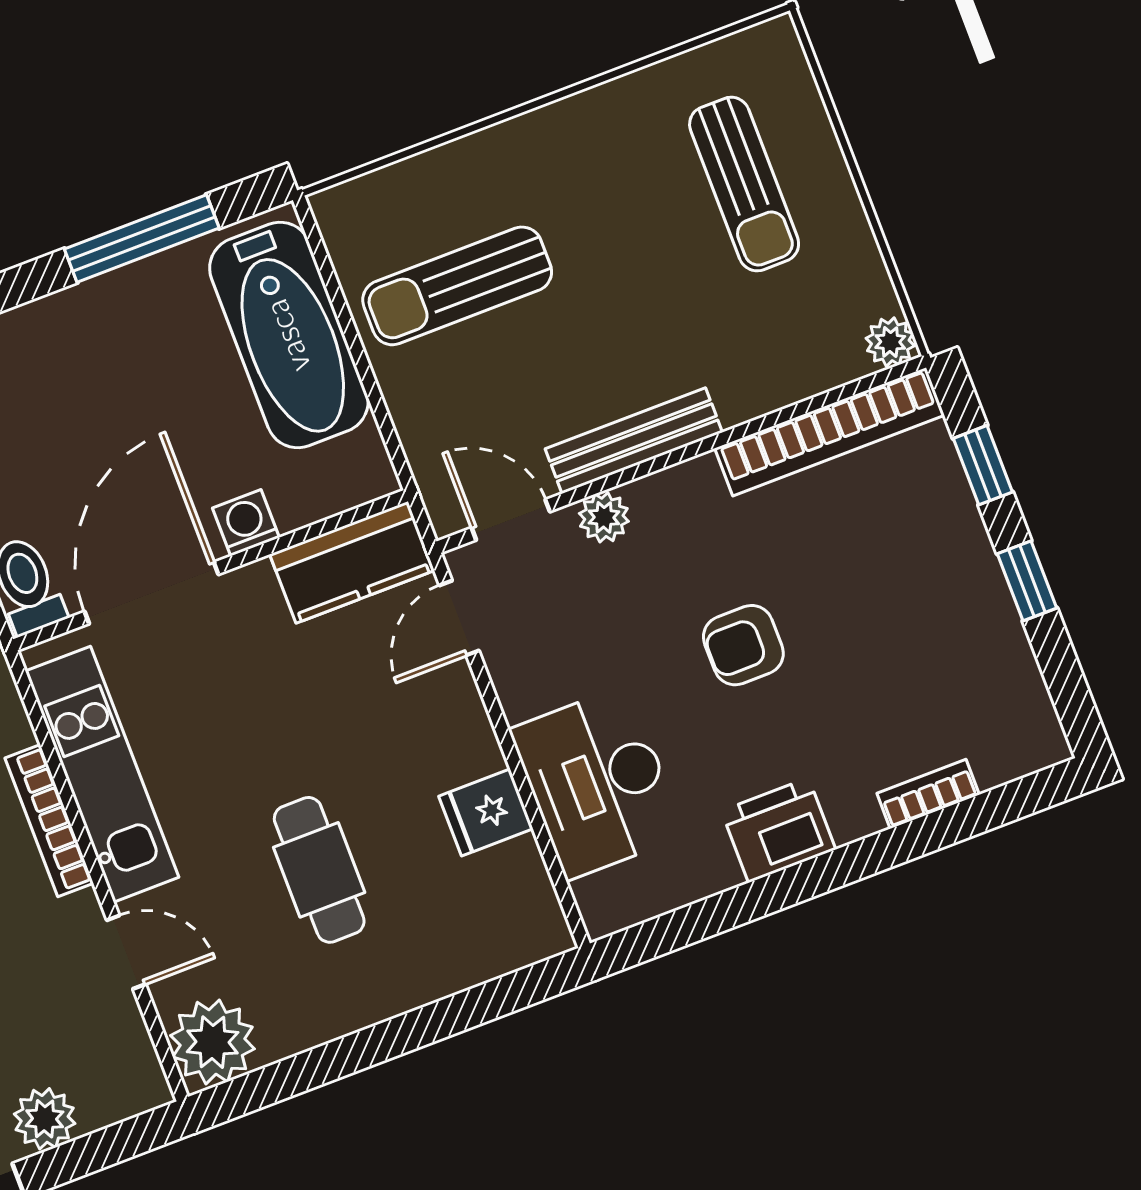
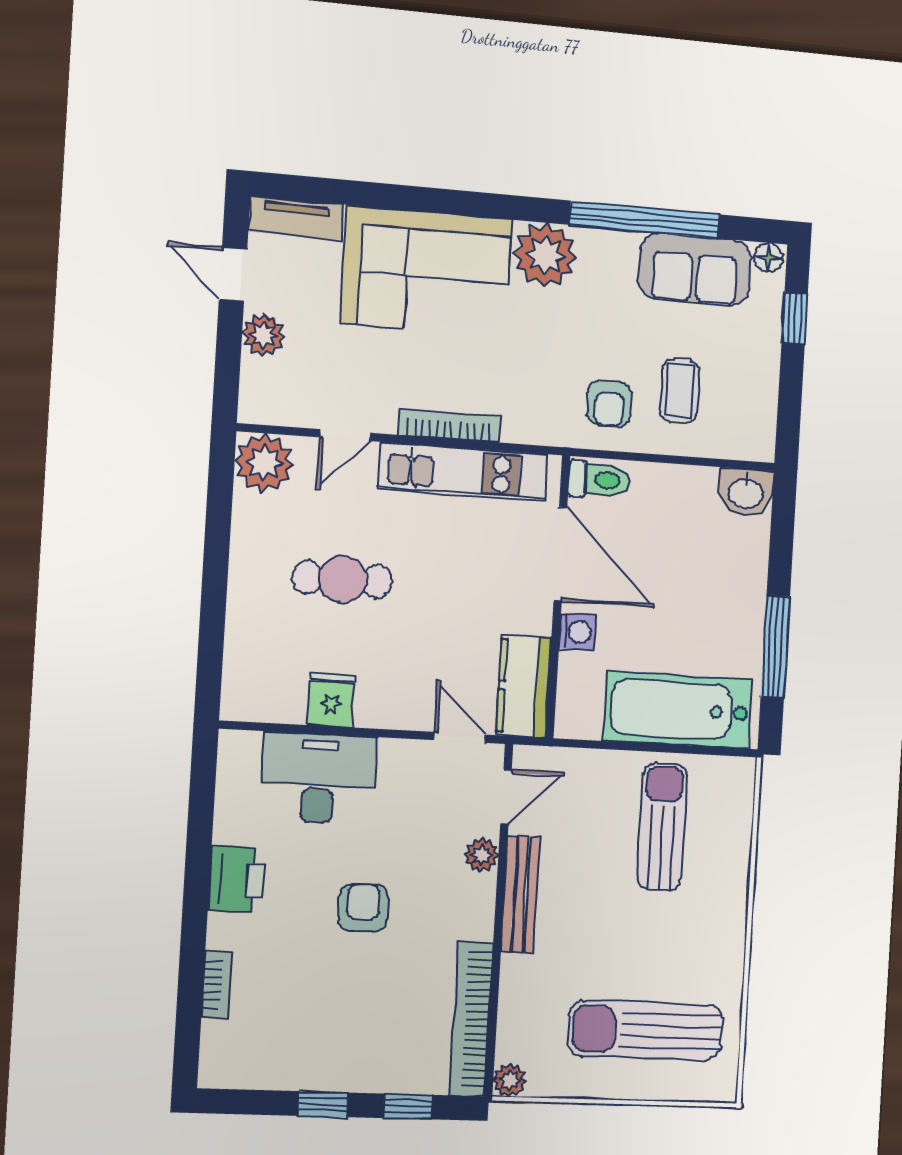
sun lounger: (744, 184) -> (645, 1030), width x1.36, depth x1.34

